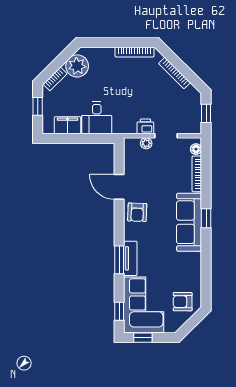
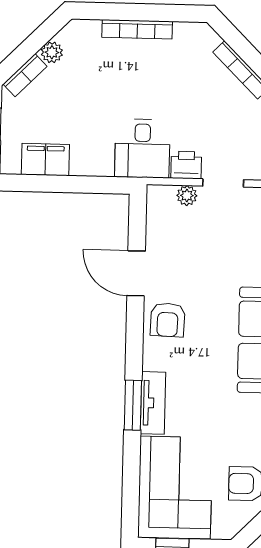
bookcase: (135, 52) -> (137, 29), moved
plant: (77, 66) -> (52, 52), width x0.53, depth x0.53
desk: (97, 118) -> (142, 149), moved
window: (119, 311) -> (131, 498), removed

